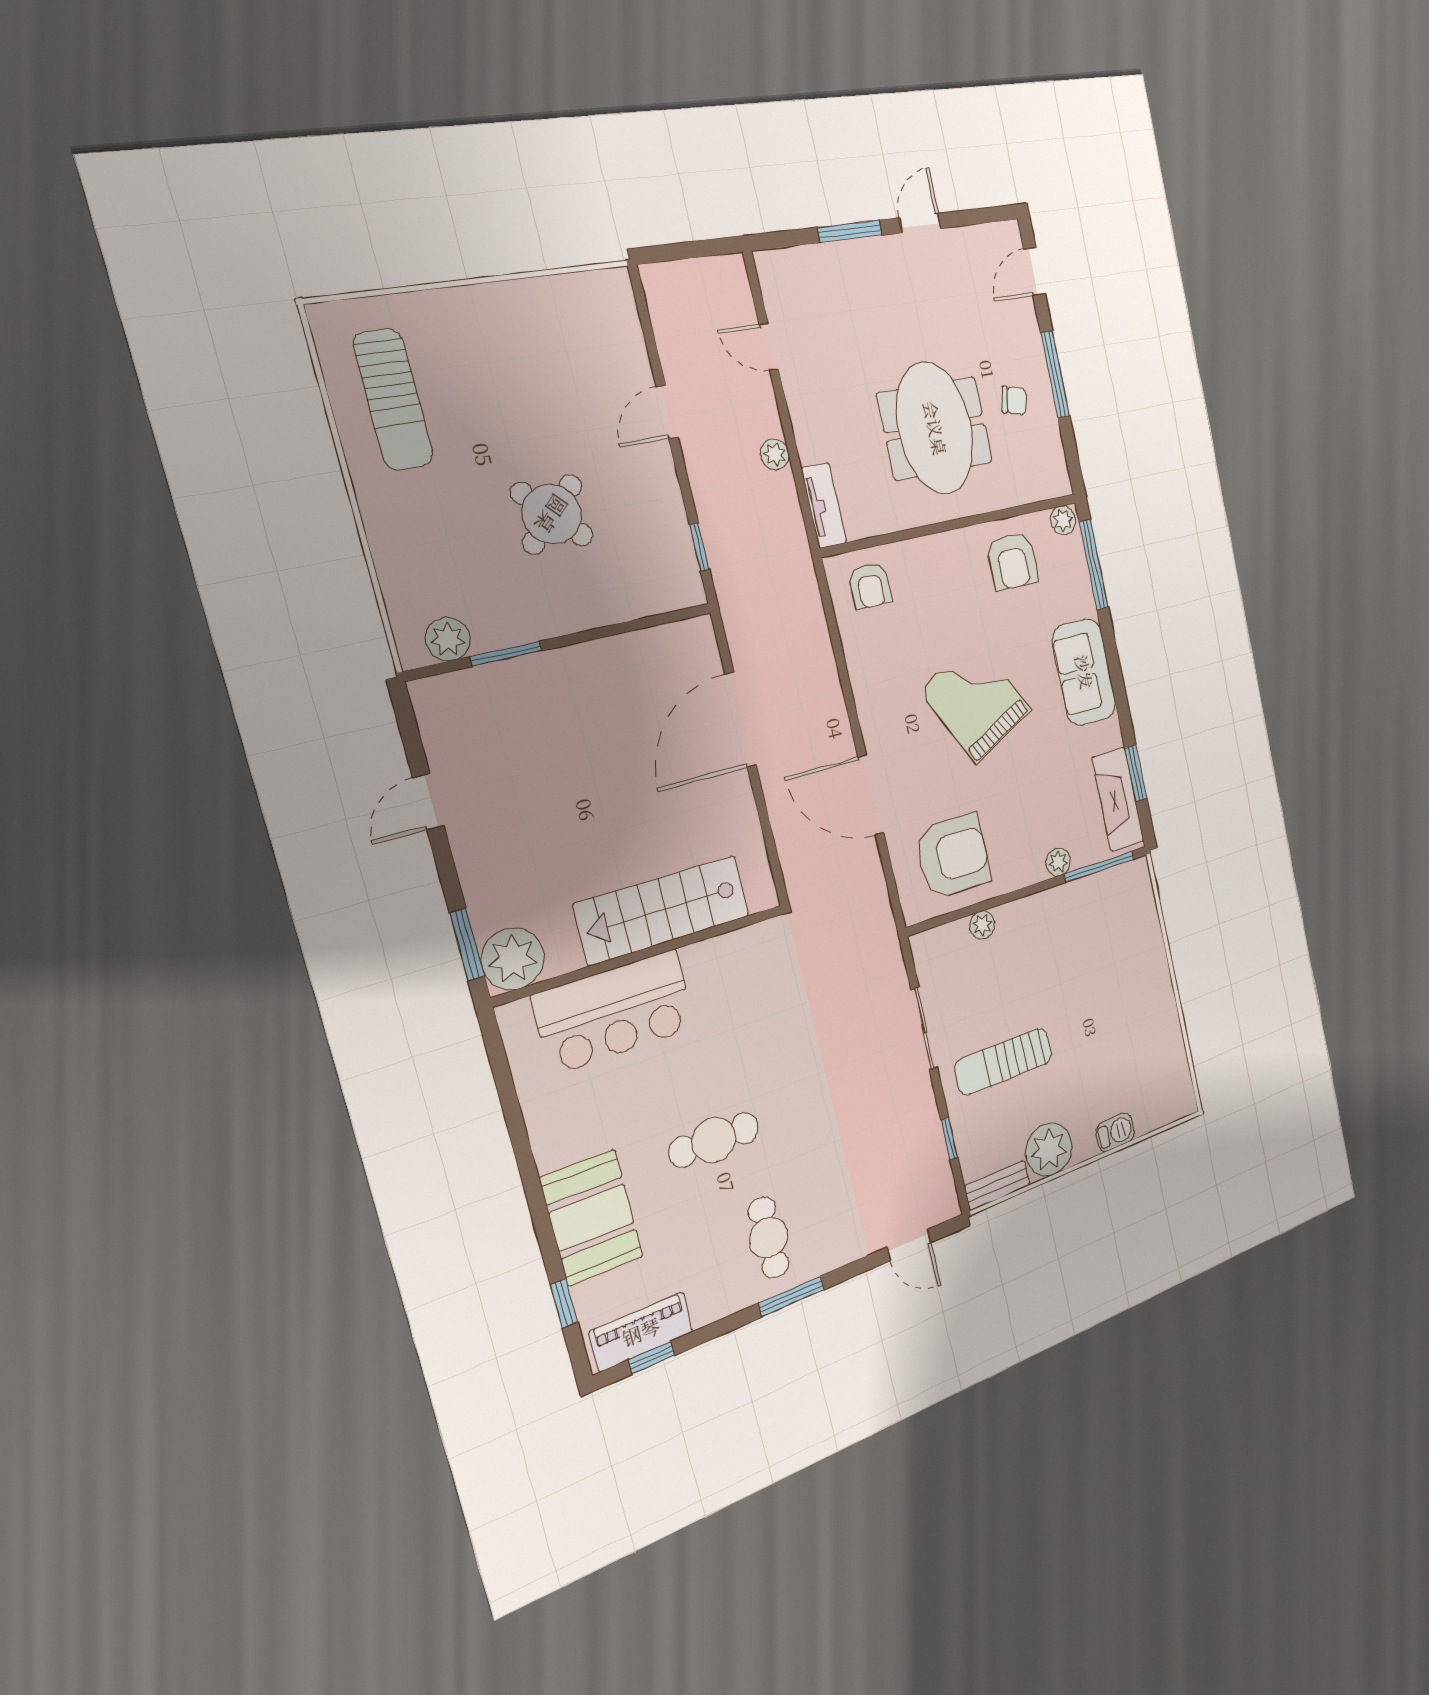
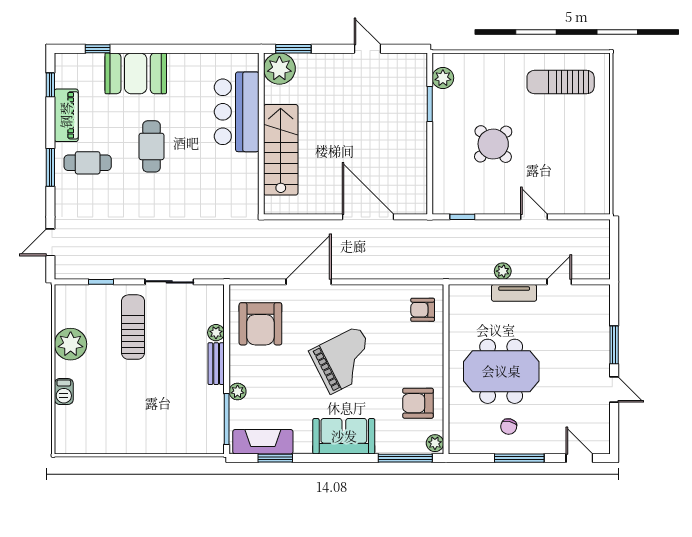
tv unit: (824, 506) -> (514, 293), moved
bench: (997, 1185) -> (216, 364), moved
piano: (641, 1332) -> (66, 115), moved

